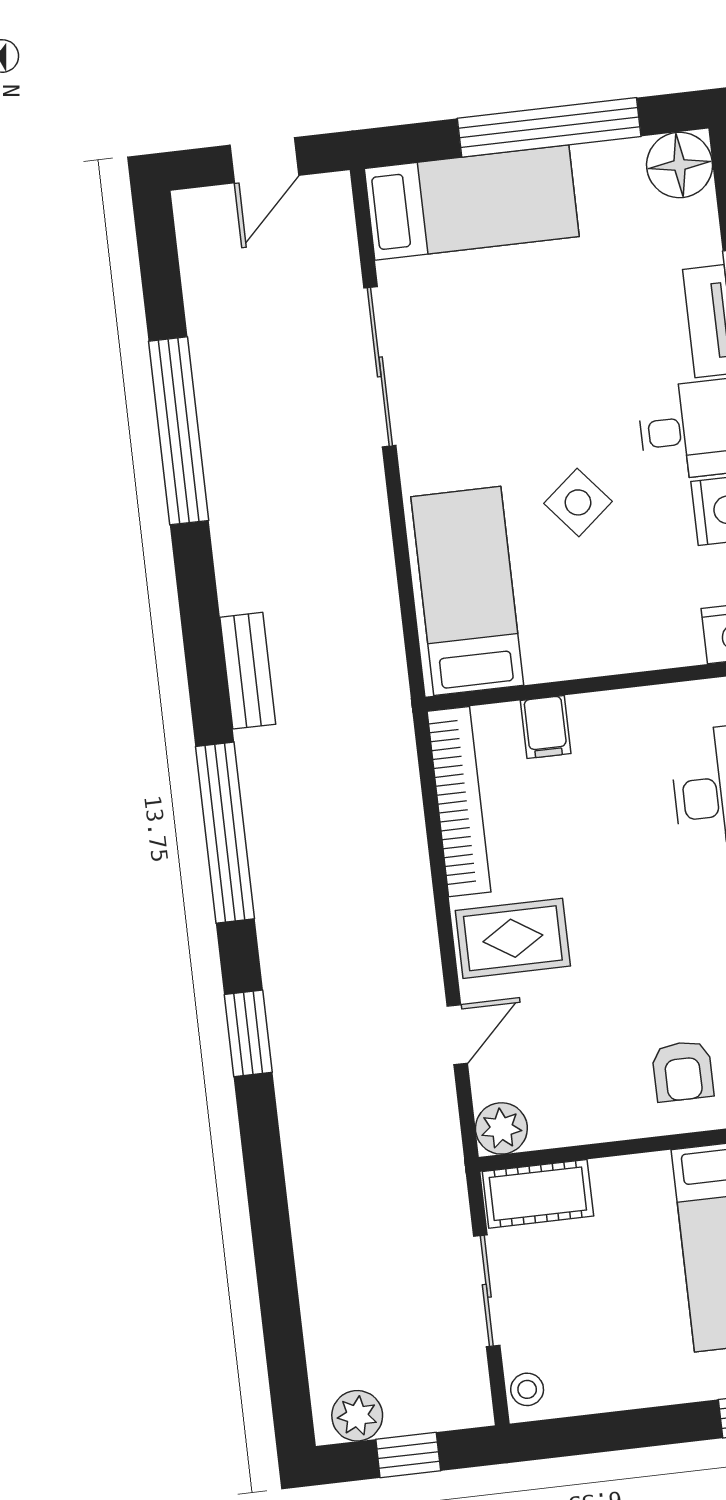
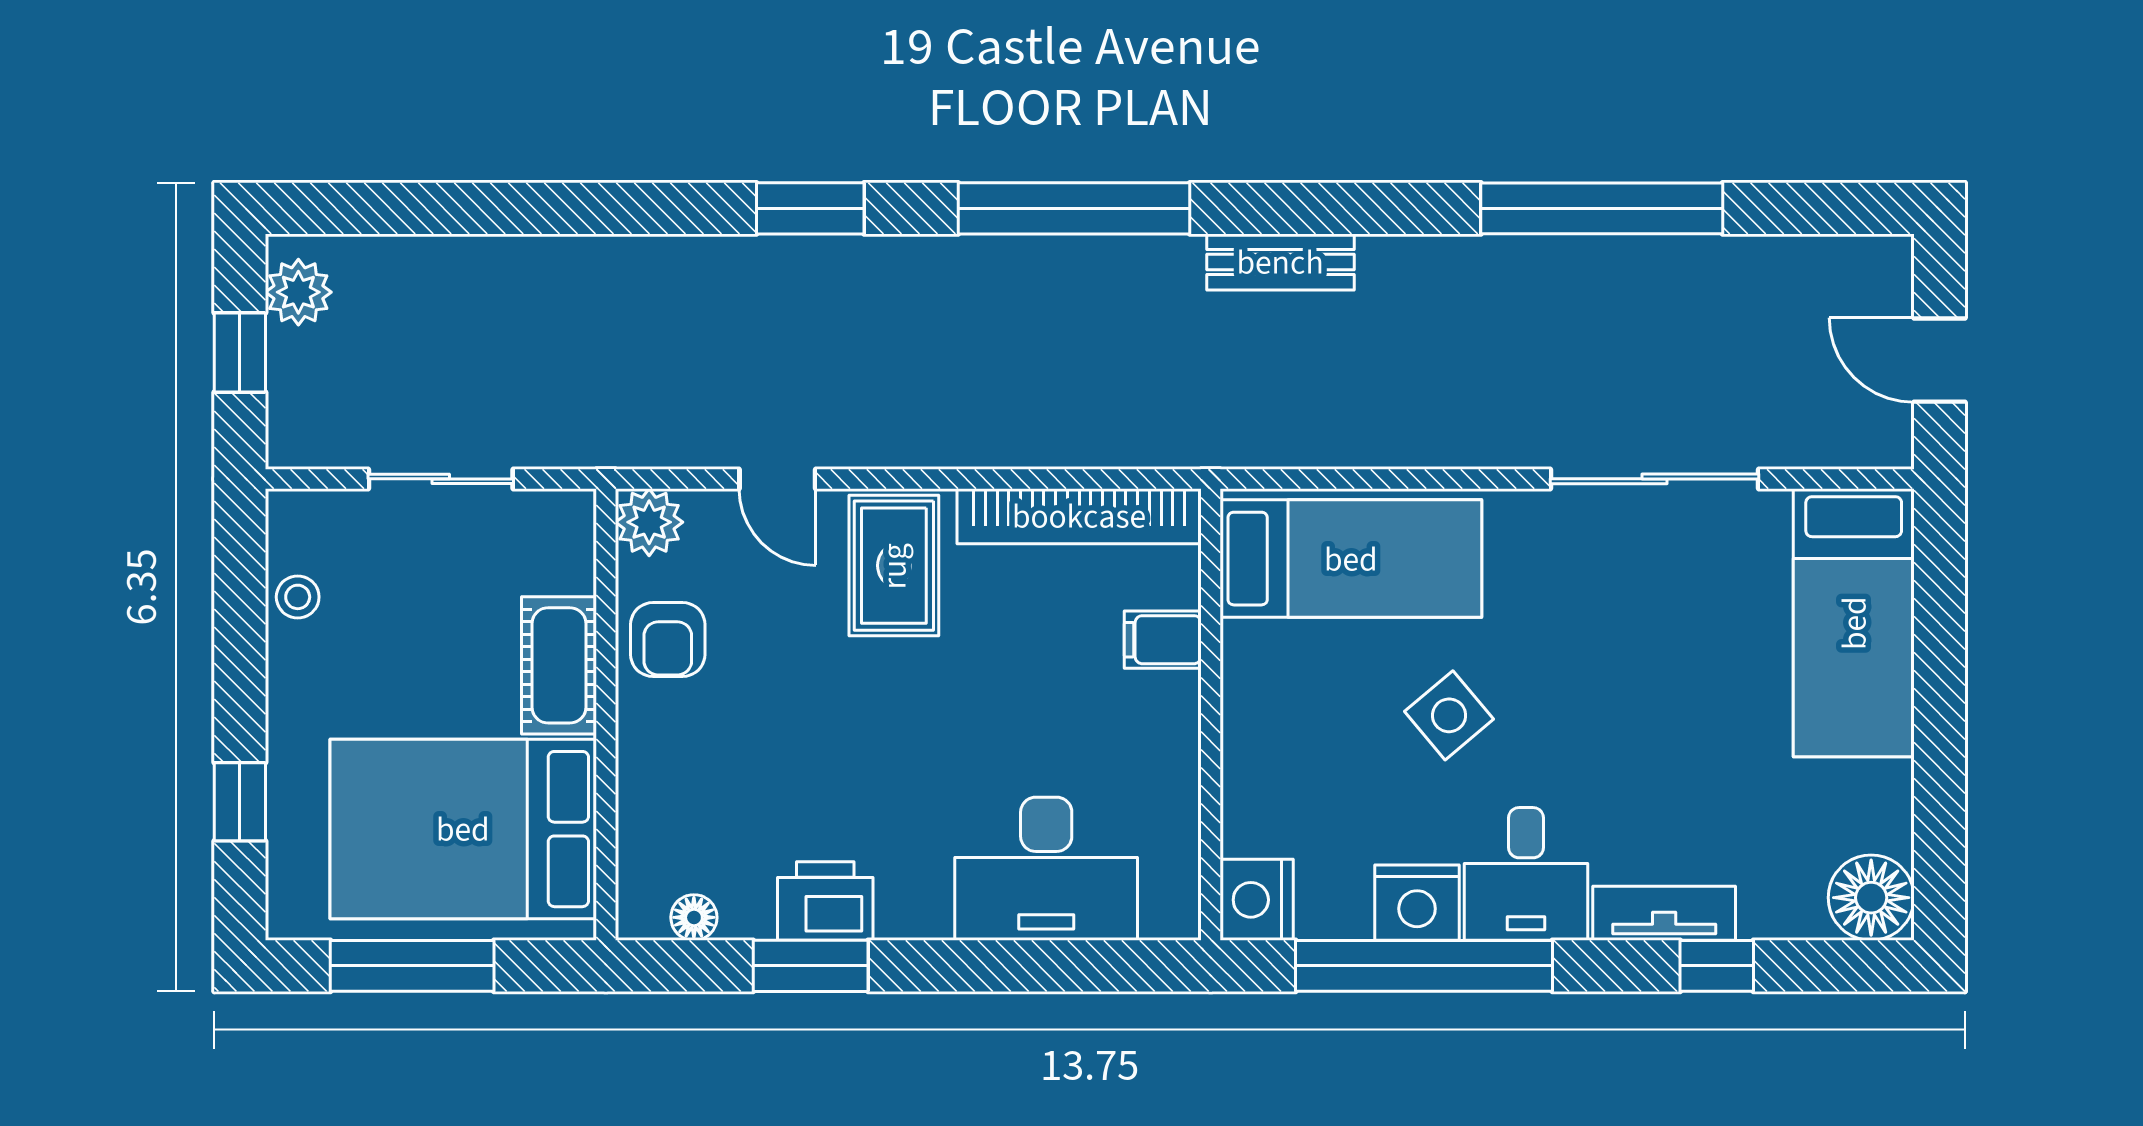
window: (549, 127) -> (1939, 734), removed
armchair: (683, 1071) -> (668, 640), moved, turned -90
cot: (538, 1194) -> (559, 665), moved
stool: (527, 1389) -> (298, 597), moved

